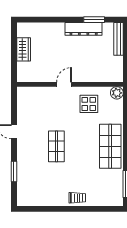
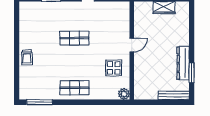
door: (64, 84) -> (132, 45), hinge flipped
shop shelf: (110, 146) -> (74, 88), width x0.70, depth x0.74

